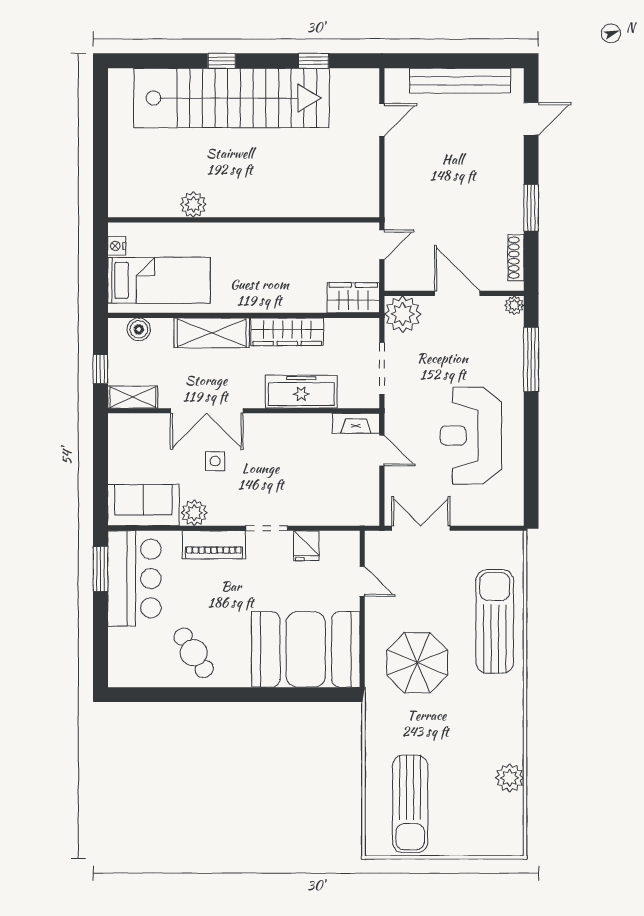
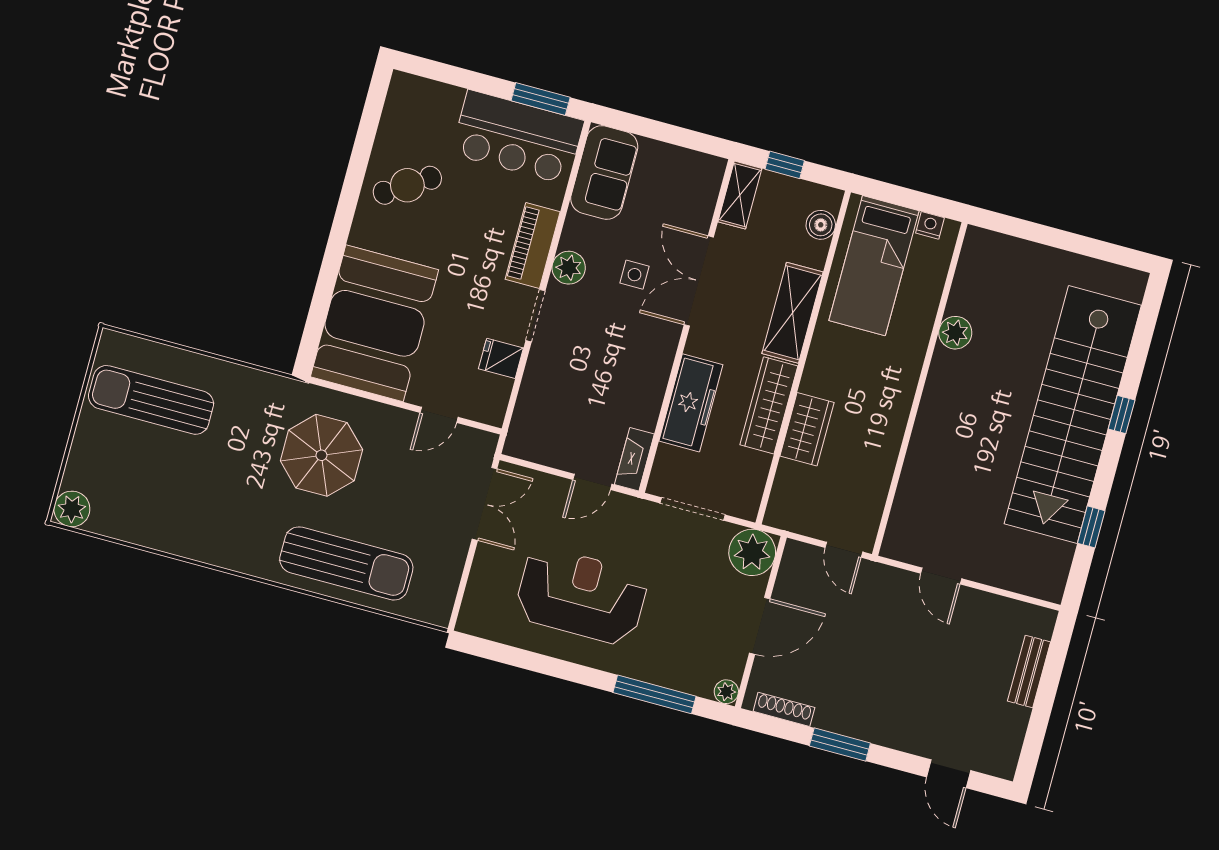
bench: (460, 81) -> (1029, 671), width x0.54, depth x0.82
door: (382, 120) -> (941, 576), moved
wardrobe: (353, 298) -> (807, 429), moved
plant: (194, 513) -> (569, 268), moved
plant: (510, 778) -> (72, 509), moved

